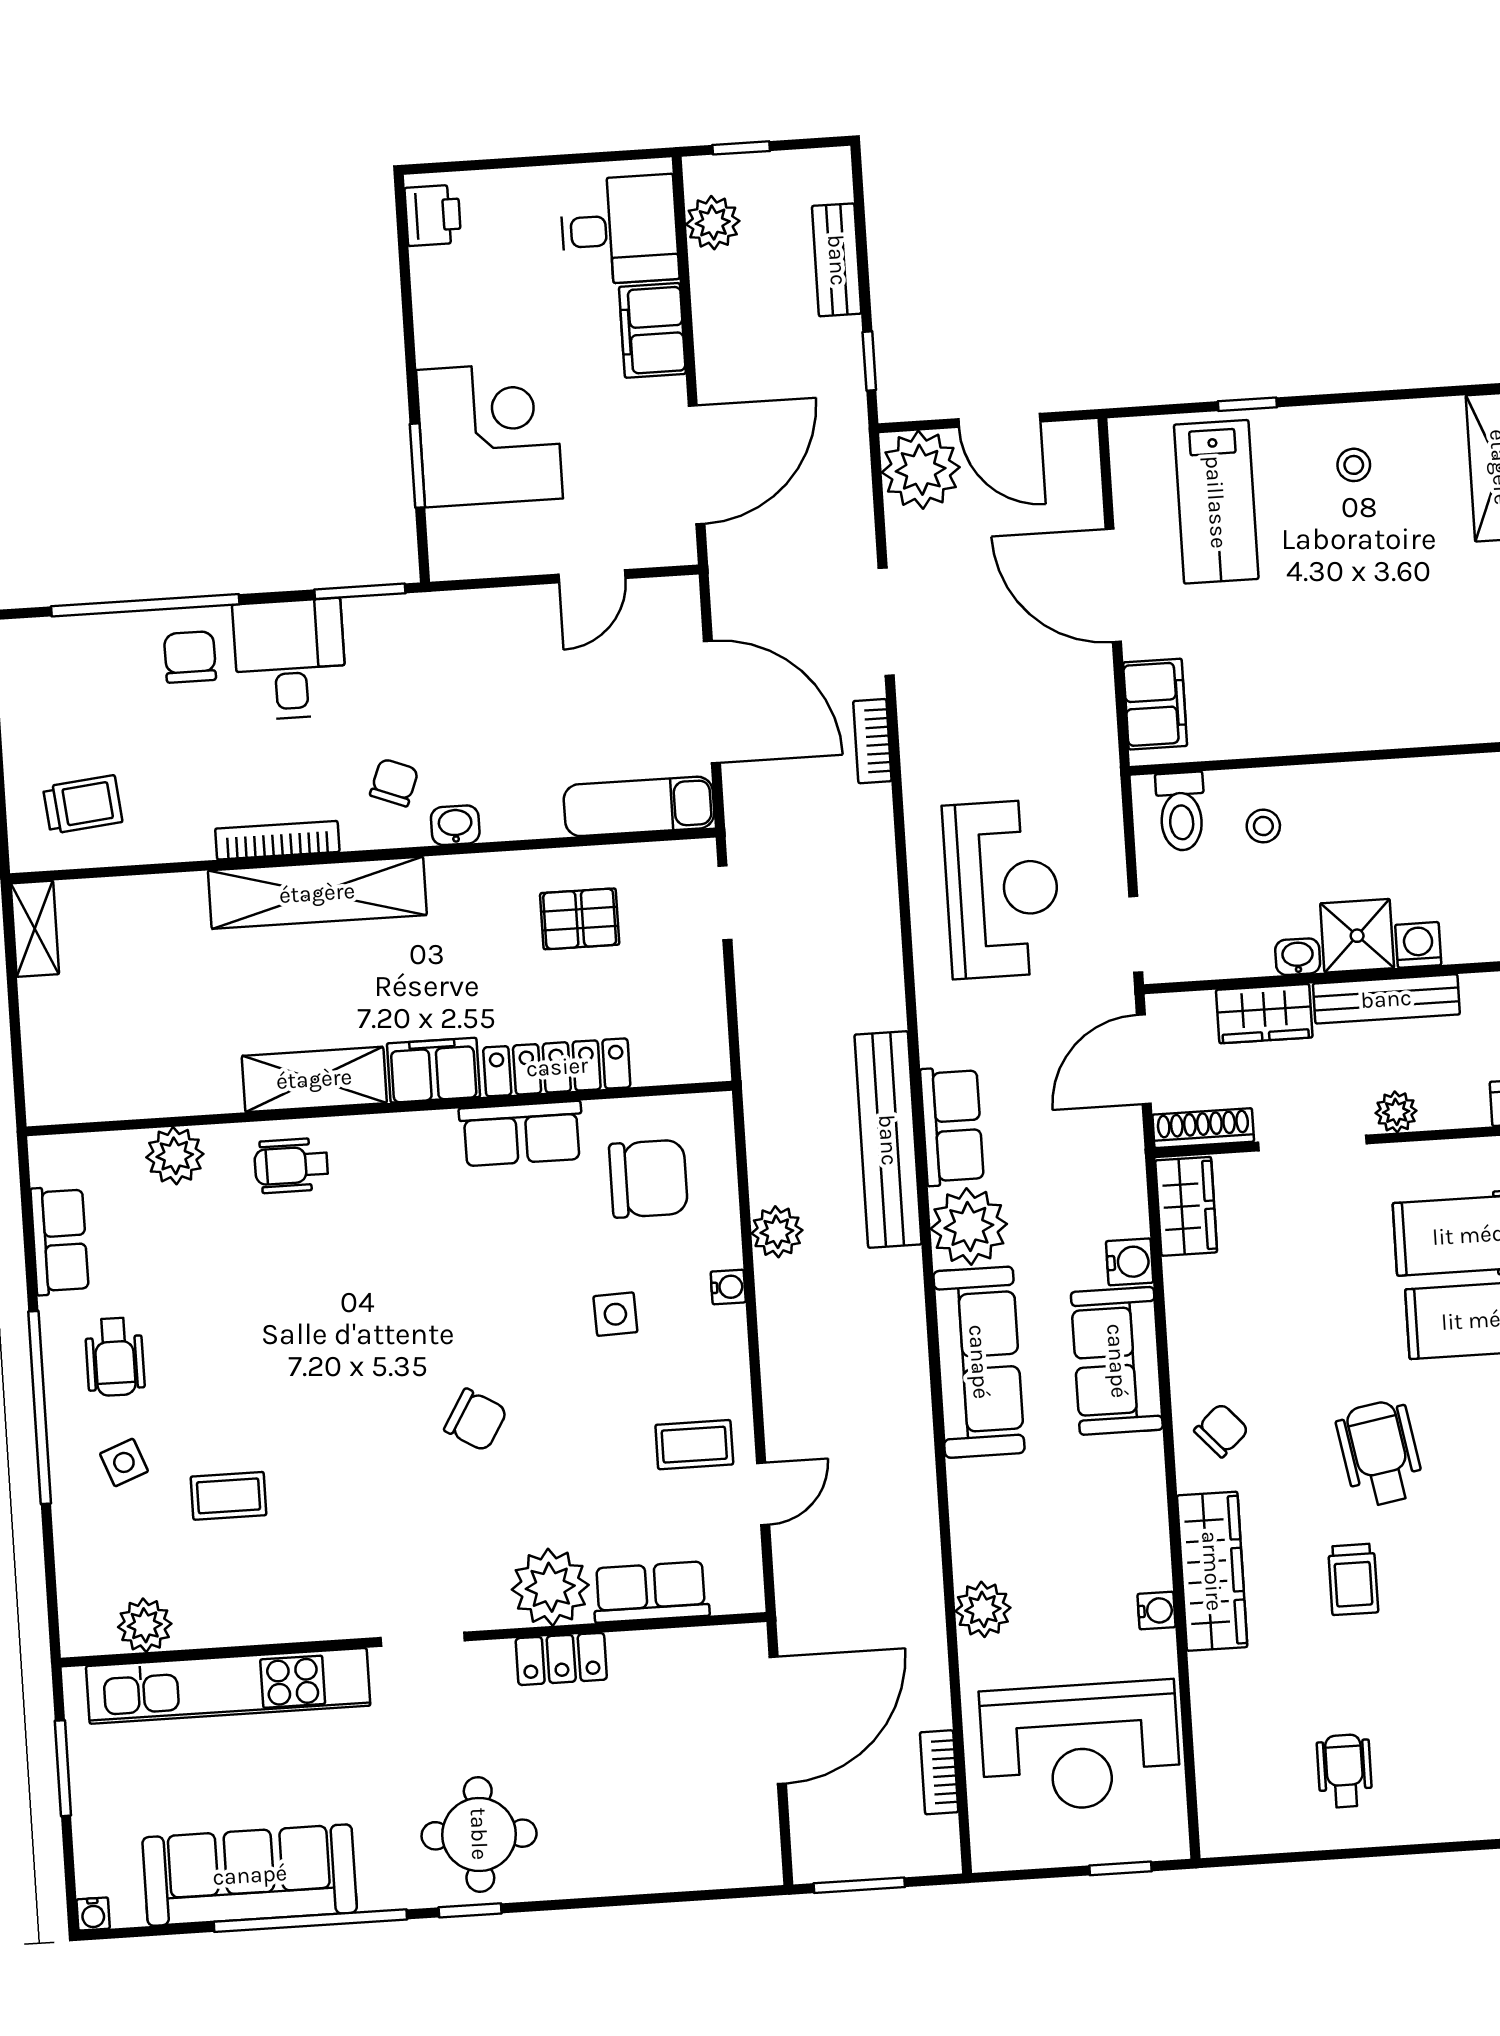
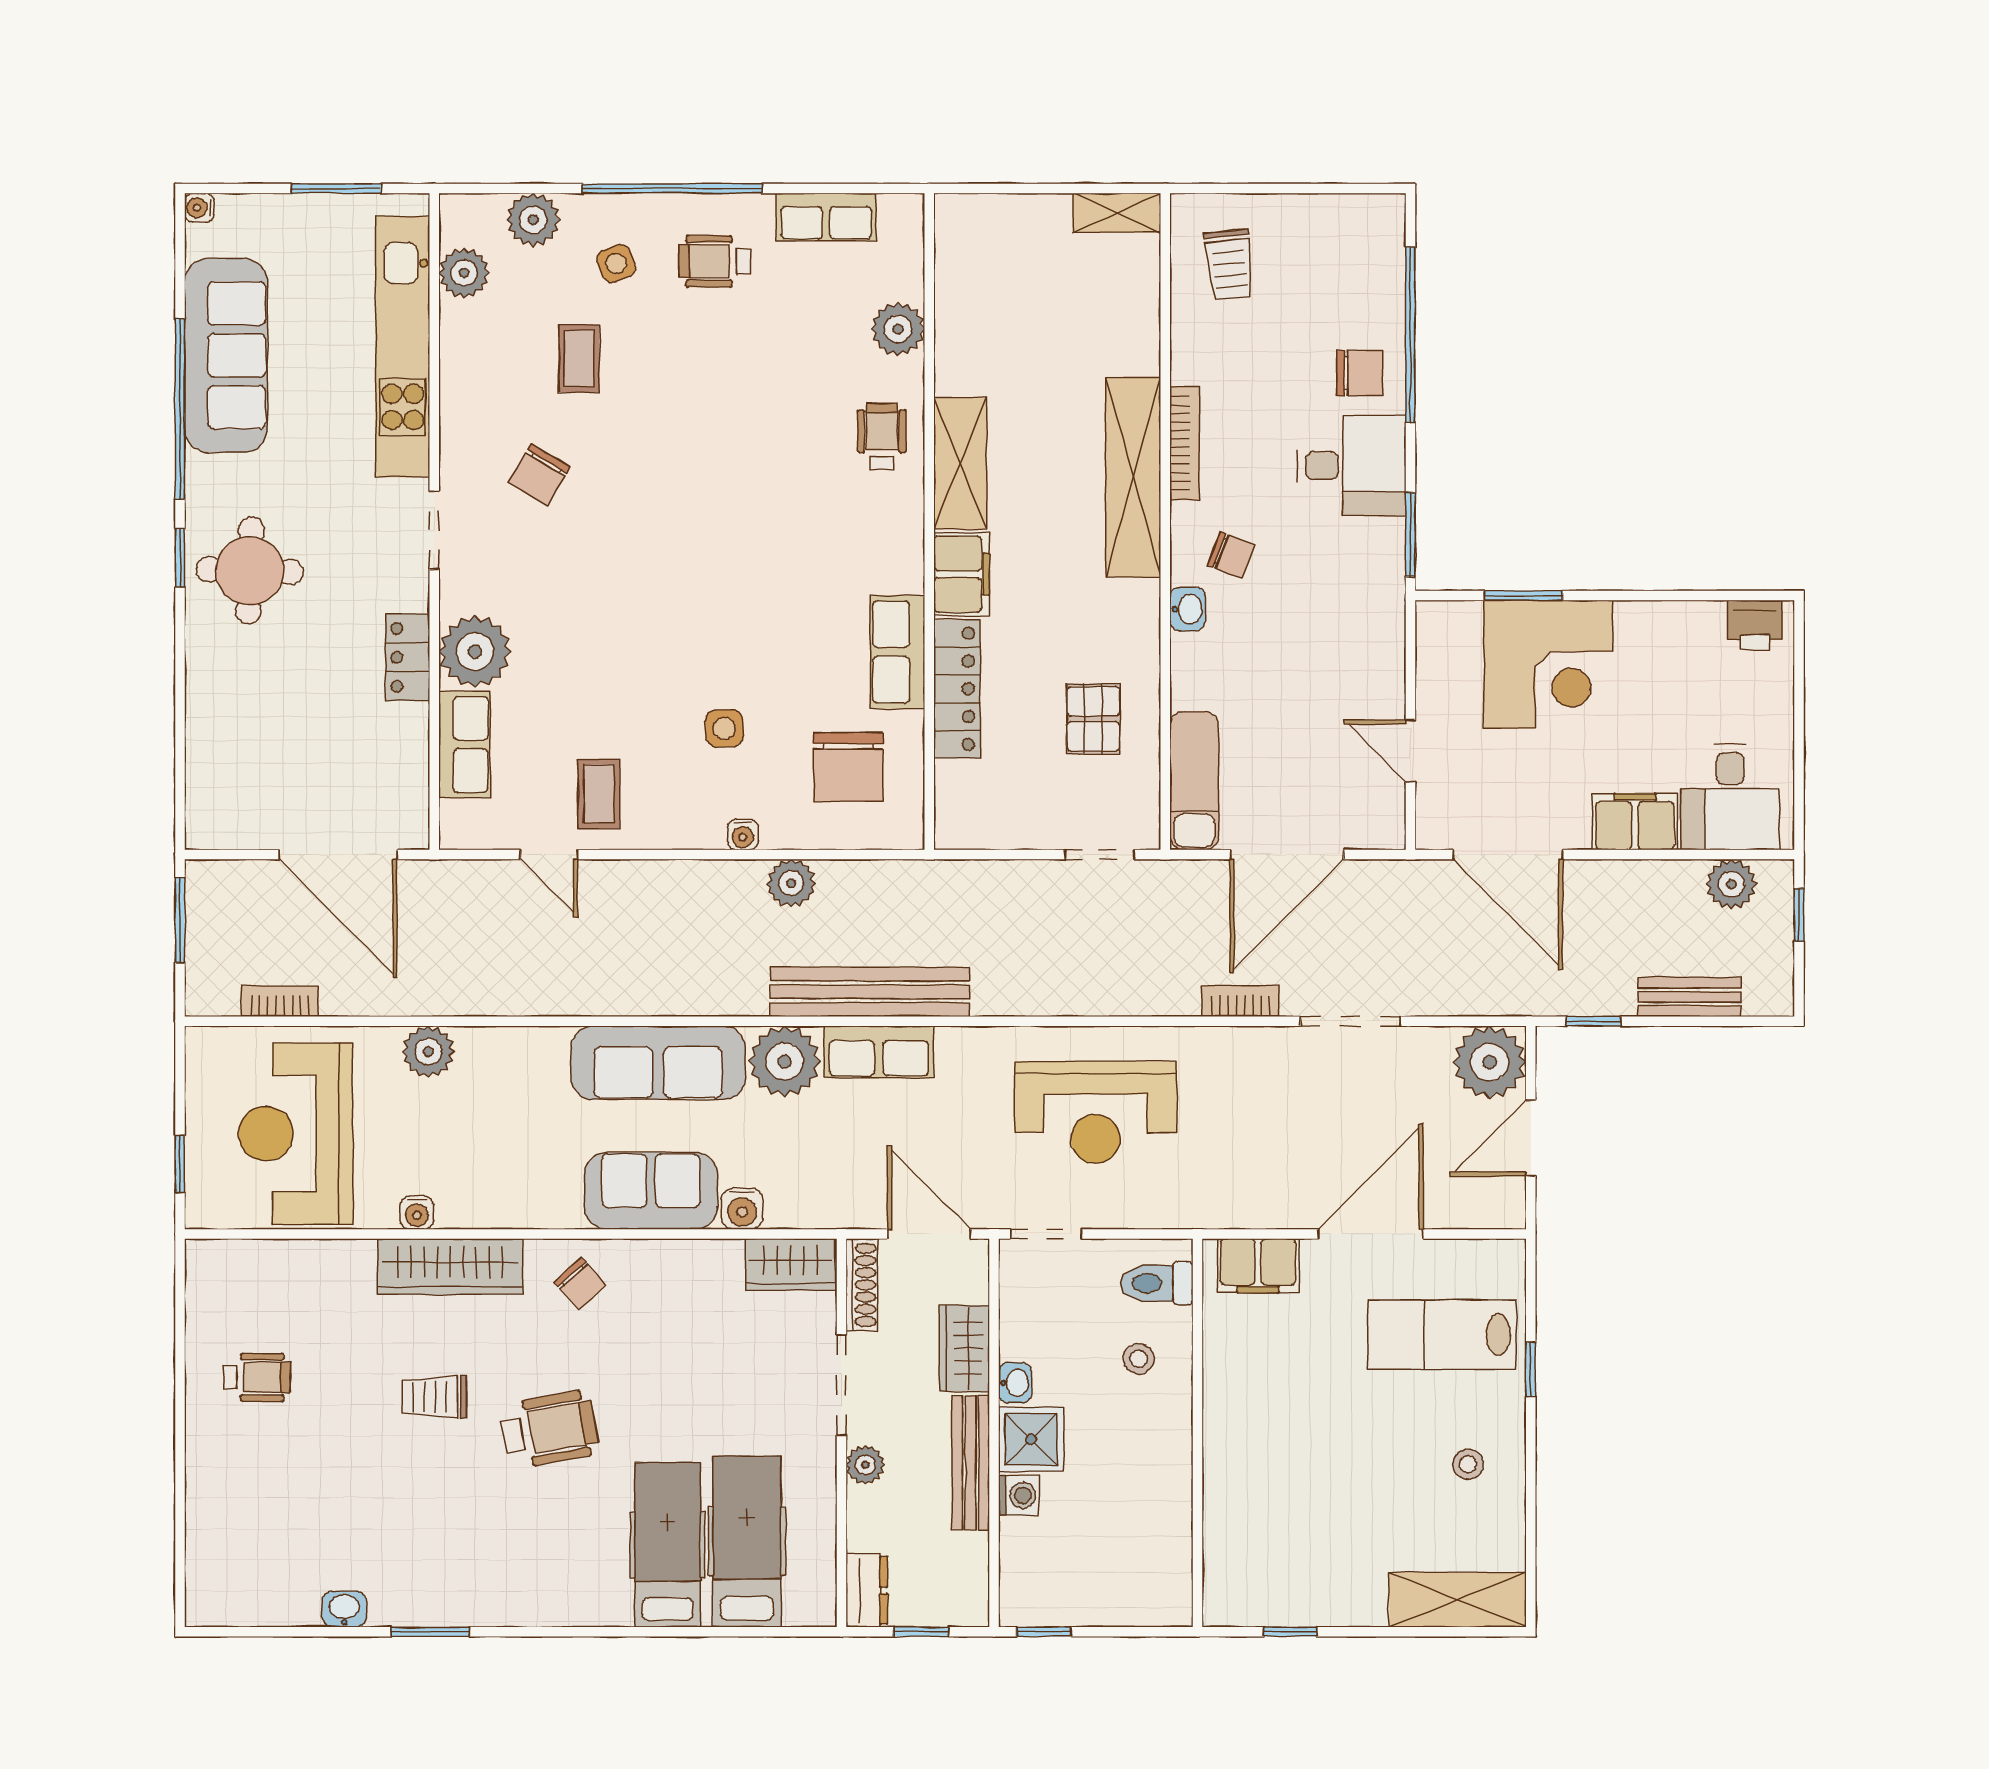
chair: (476, 1420) -> (539, 475), moved
plant: (83, 1555) -> (533, 220), added

